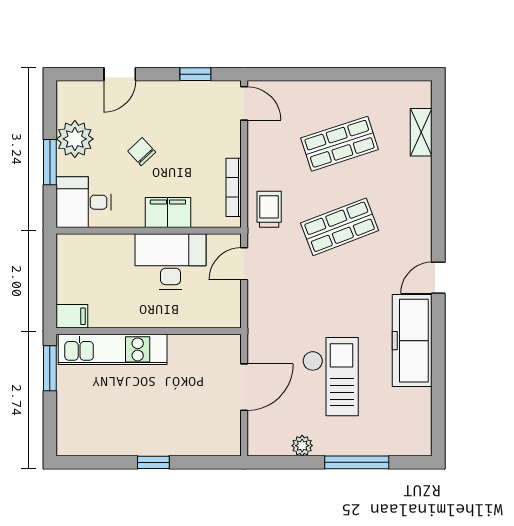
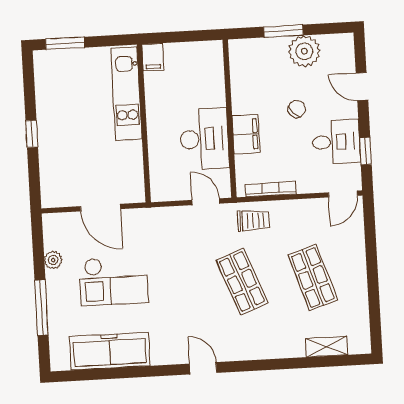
desk: (84, 202) -> (336, 142), moved, turned 90
freezer: (412, 341) -> (110, 351), moved
window: (50, 368) -> (65, 43), moved

